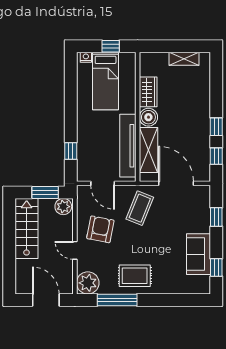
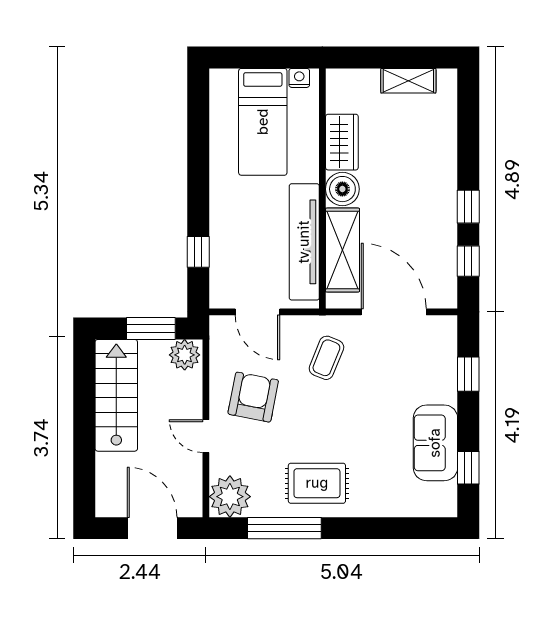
window: (111, 46) -> (272, 57), removed
nightstand: (86, 57) -> (299, 78), moved
coffee table: (140, 208) -> (326, 358), width x0.73, depth x0.77

